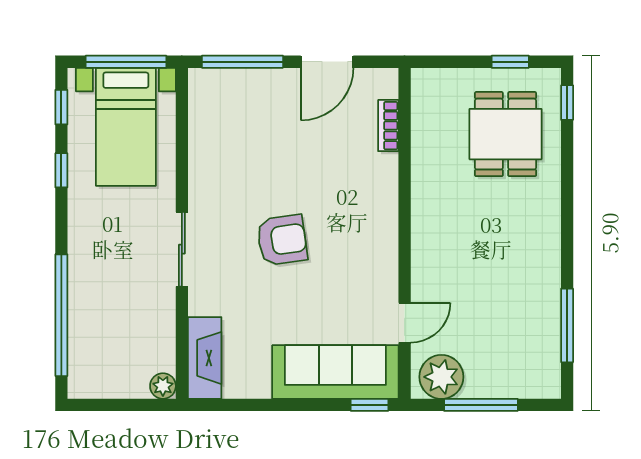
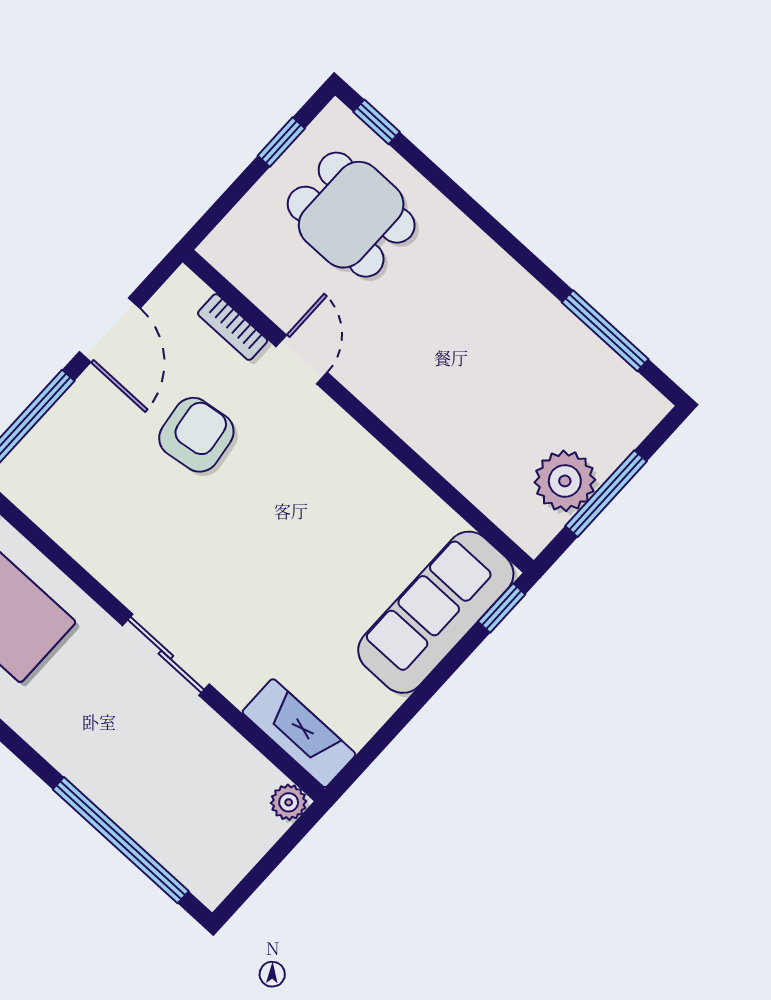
armchair: (282, 240) -> (196, 435), moved
door: (405, 323) -> (302, 359), moved
plant: (441, 377) -> (565, 481), moved

